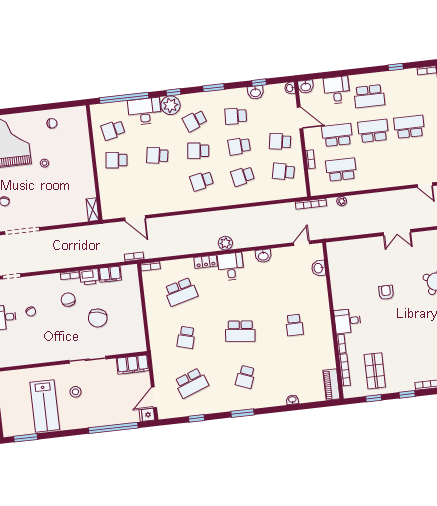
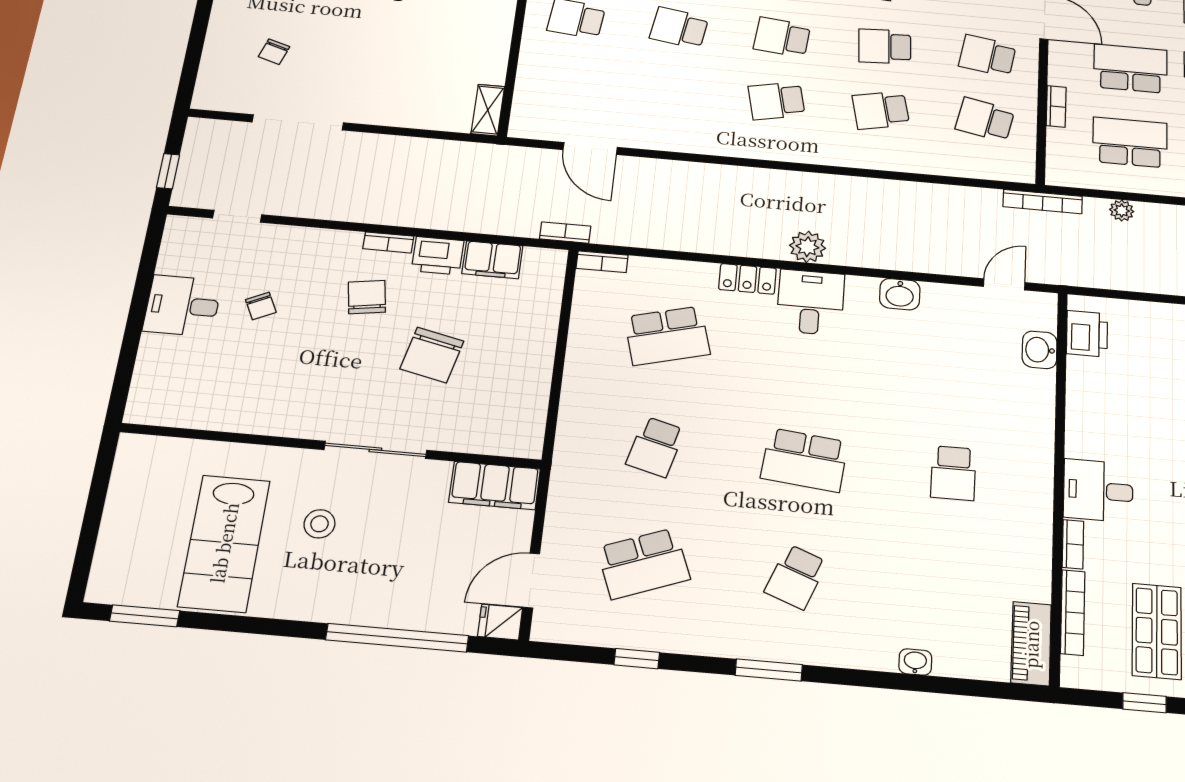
printer: (335, 258) -> (1087, 334), added

